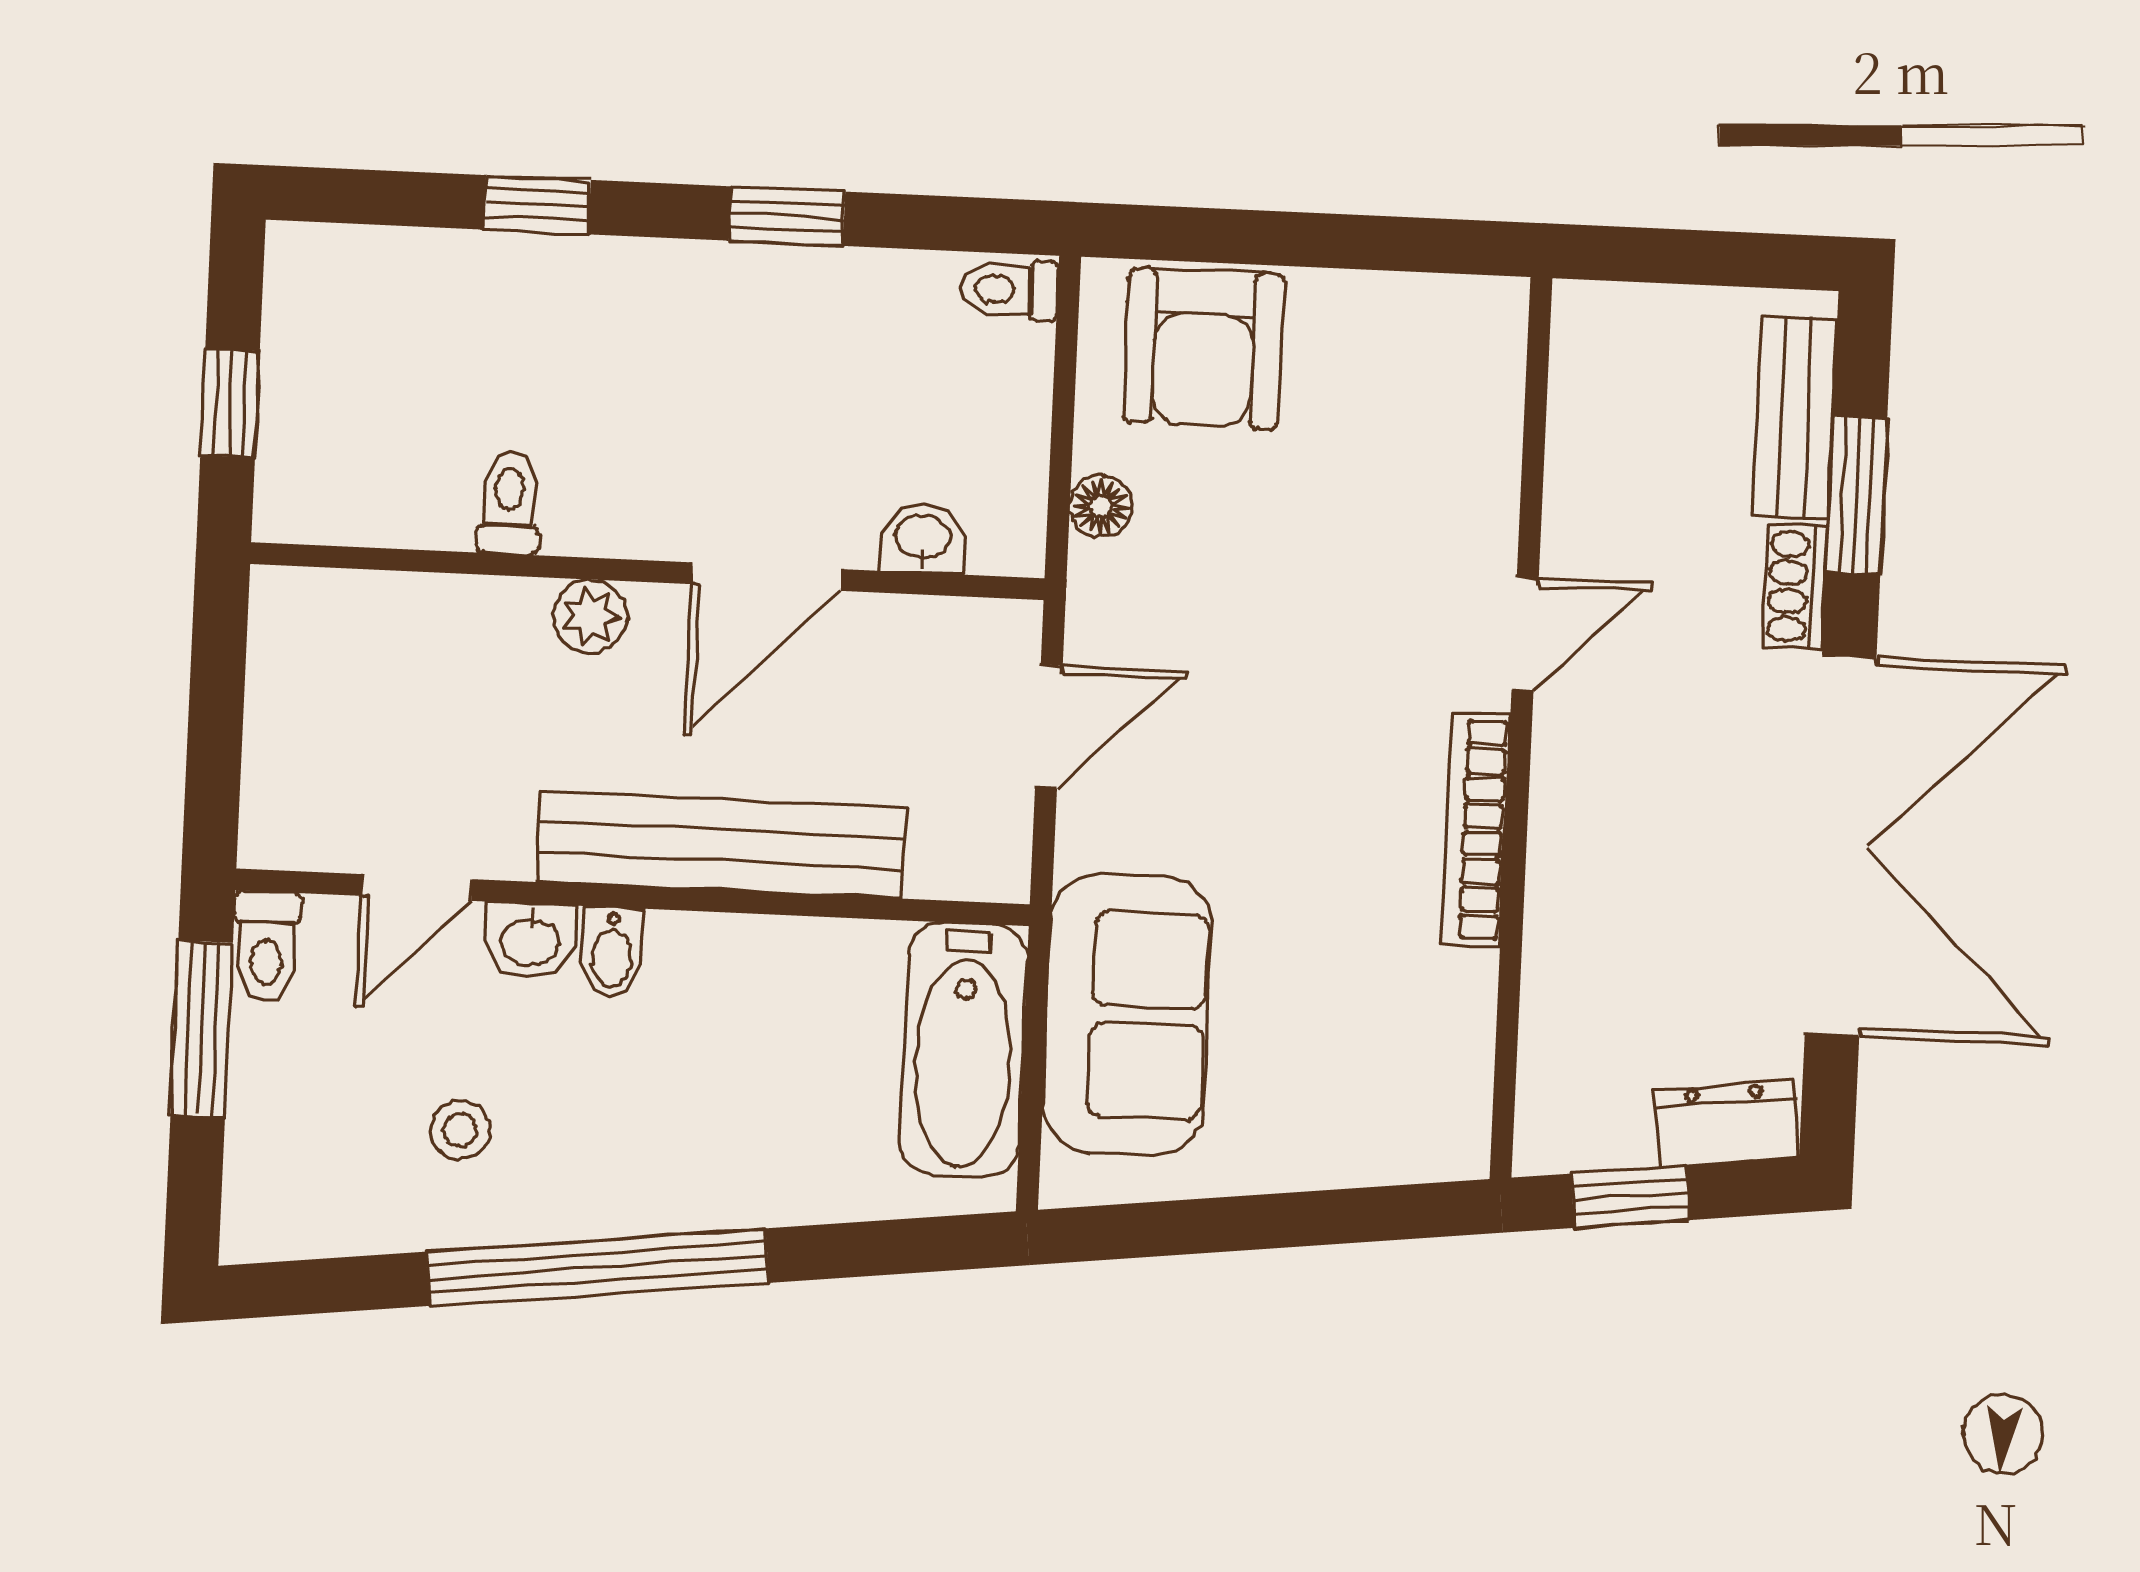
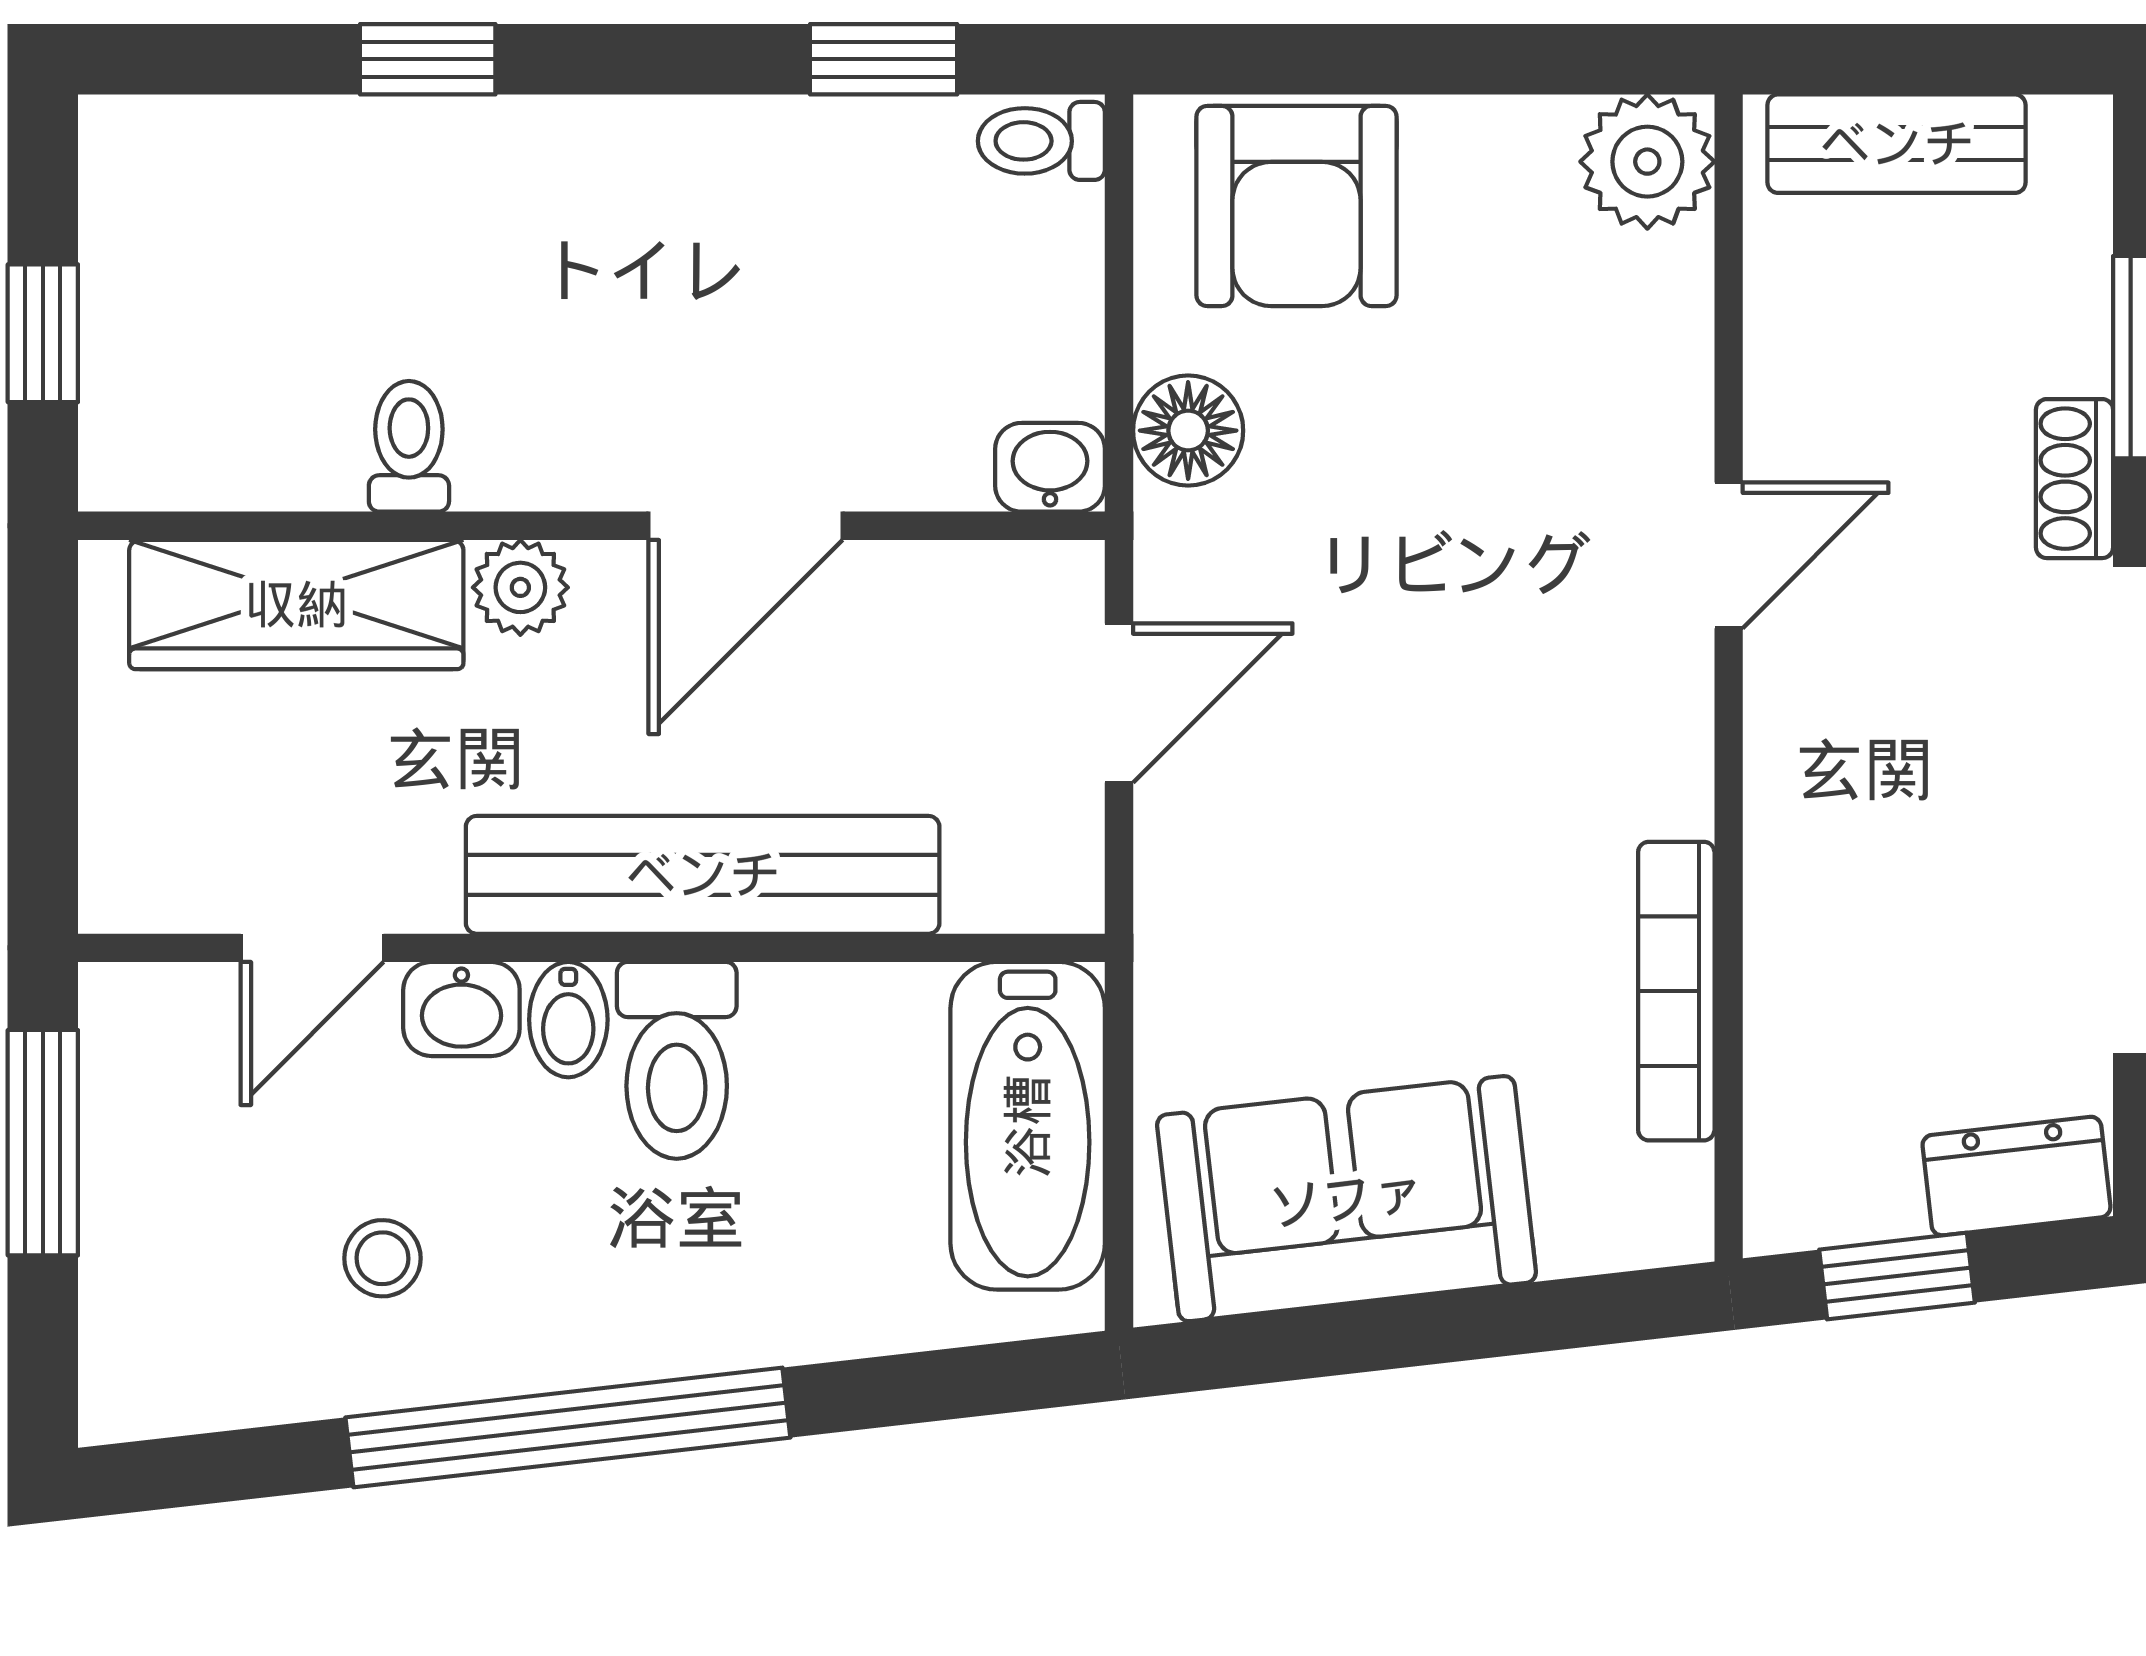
window: (787, 216) -> (884, 59), moved
plant: (1476, 327) -> (1647, 162), added
bench: (1795, 418) -> (1897, 144), moved, turned 90
floor lamp: (1101, 506) -> (1188, 431), width x1.37, depth x1.37
washbasin: (923, 538) -> (1050, 467), moved
wardrobe: (416, 622) -> (296, 605), added
bookcase: (1476, 830) -> (1676, 991), moved
toilet: (266, 947) -> (677, 1060), moved, width x1.37, depth x1.39
sofa: (1127, 1014) -> (1347, 1199), moved, turned -97

